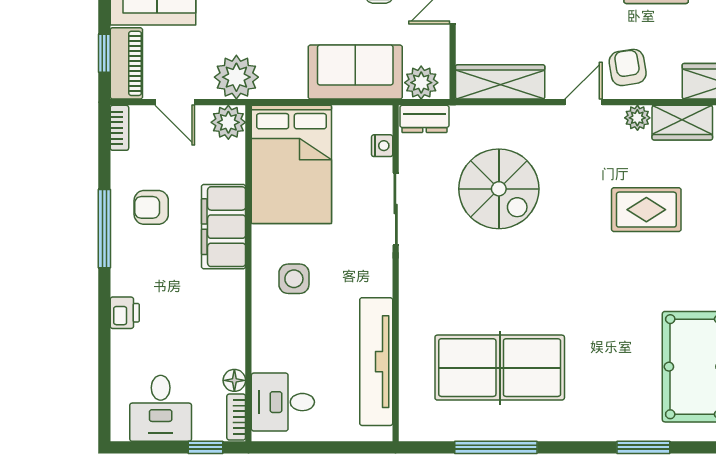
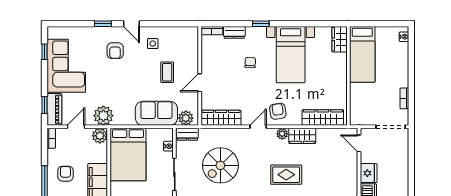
door: (175, 102) -> (76, 127), swing flipped
spiral stairs: (499, 189) -> (220, 165), turned 90
armchair: (151, 207) -> (65, 174), turned 90

